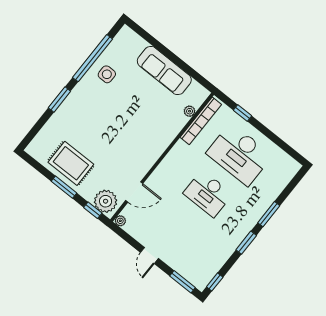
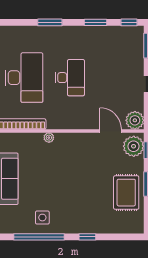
window: (59, 100) -> (87, 237), width x0.67
plant: (190, 111) -> (49, 138), moved
plant: (120, 221) -> (135, 120), width x1.87, depth x1.87
window: (246, 243) -> (95, 22), moved

